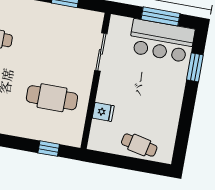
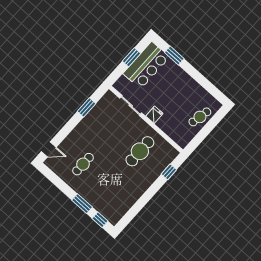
window: (160, 16) -> (131, 57), width x0.69
fridge: (103, 112) -> (154, 115), moved

